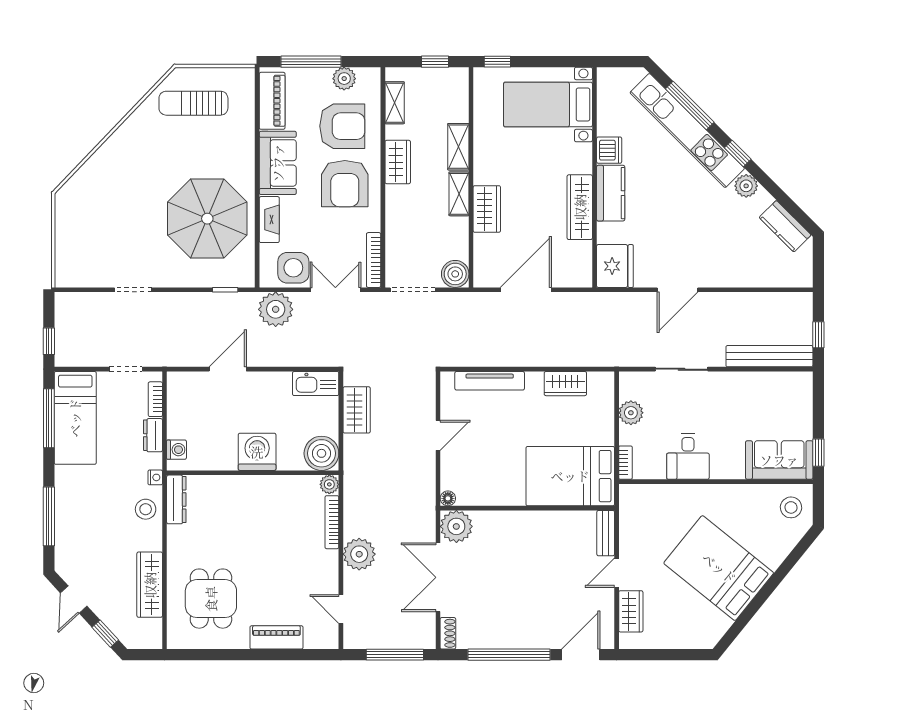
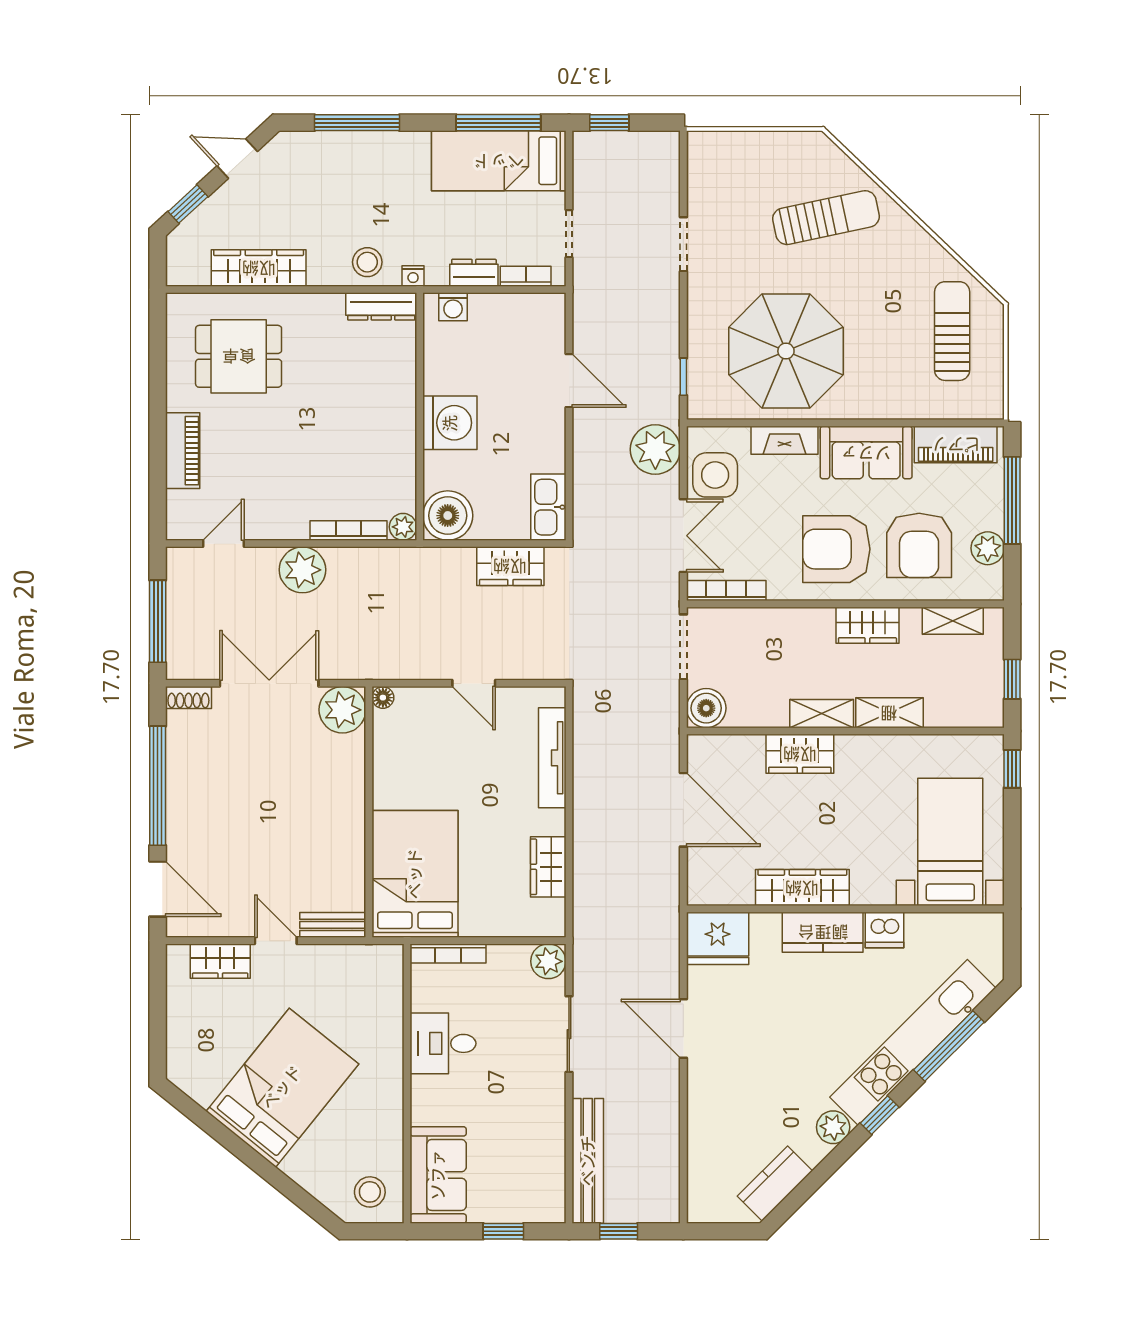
sun lounger: (115, 191) -> (826, 218), added
plant: (631, 413) -> (548, 961), moved
window: (818, 453) -> (503, 1231), moved
bookcase: (625, 463) -> (448, 953), width x1.56

